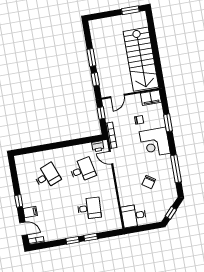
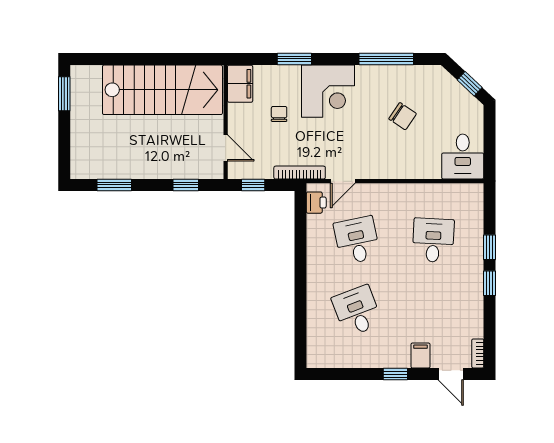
window: (91, 58) -> (114, 185), moved
door: (24, 229) -> (451, 374), swing flipped

